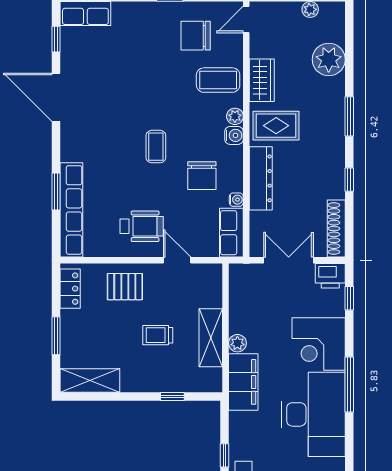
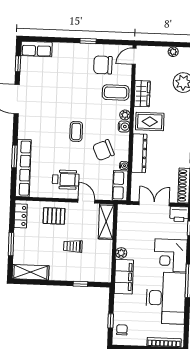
chair: (202, 176) -> (103, 150), turned 66
shelving: (211, 338) -> (106, 222), moved

